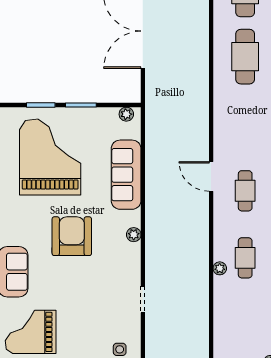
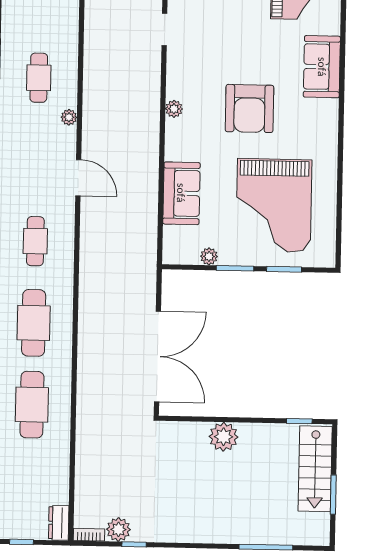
plant: (126, 114) -> (209, 256), moved
sofa: (126, 175) -> (181, 193), width x0.73
cafe table: (245, 191) -> (35, 241), moved
plant: (220, 268) -> (69, 117), moved

